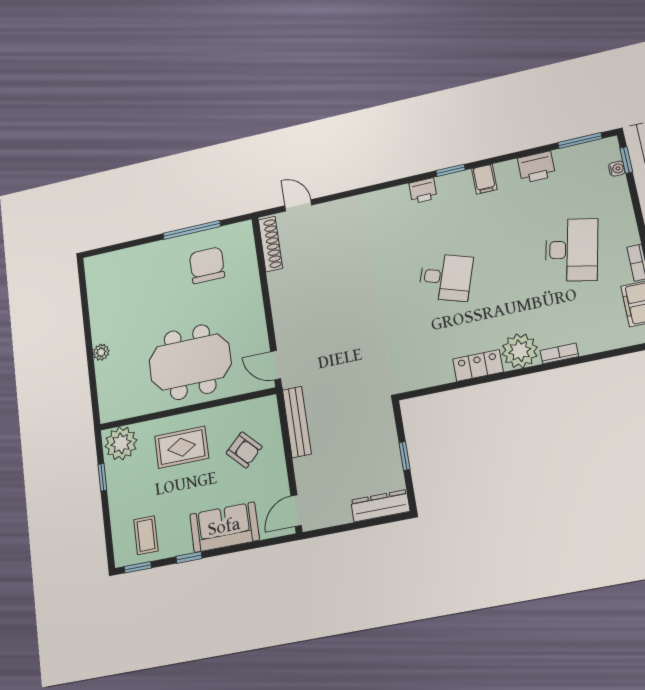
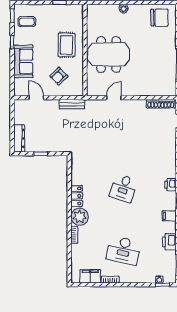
chair: (207, 265) -> (159, 18), moved
meeting table: (190, 362) -> (109, 54), turned 90
door: (276, 365) -> (114, 98), moved
bench: (297, 422) -> (72, 104), width x0.73
plant: (121, 443) -> (75, 14), removed
door: (296, 511) -> (36, 98), moved

